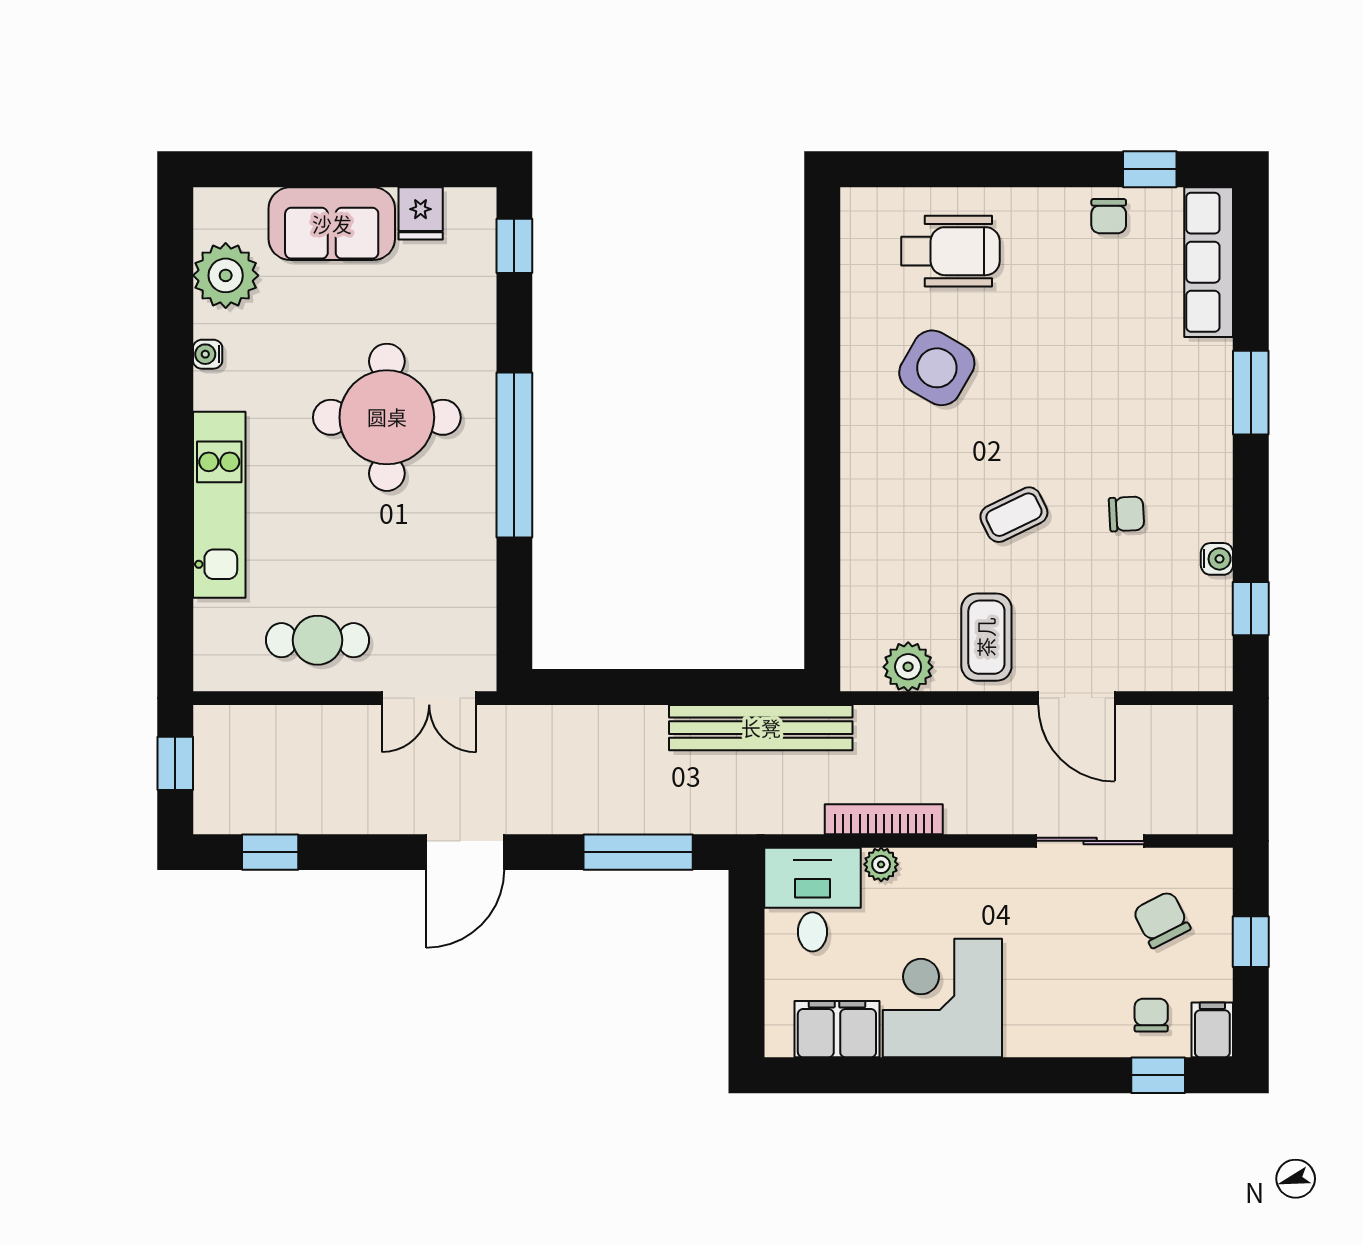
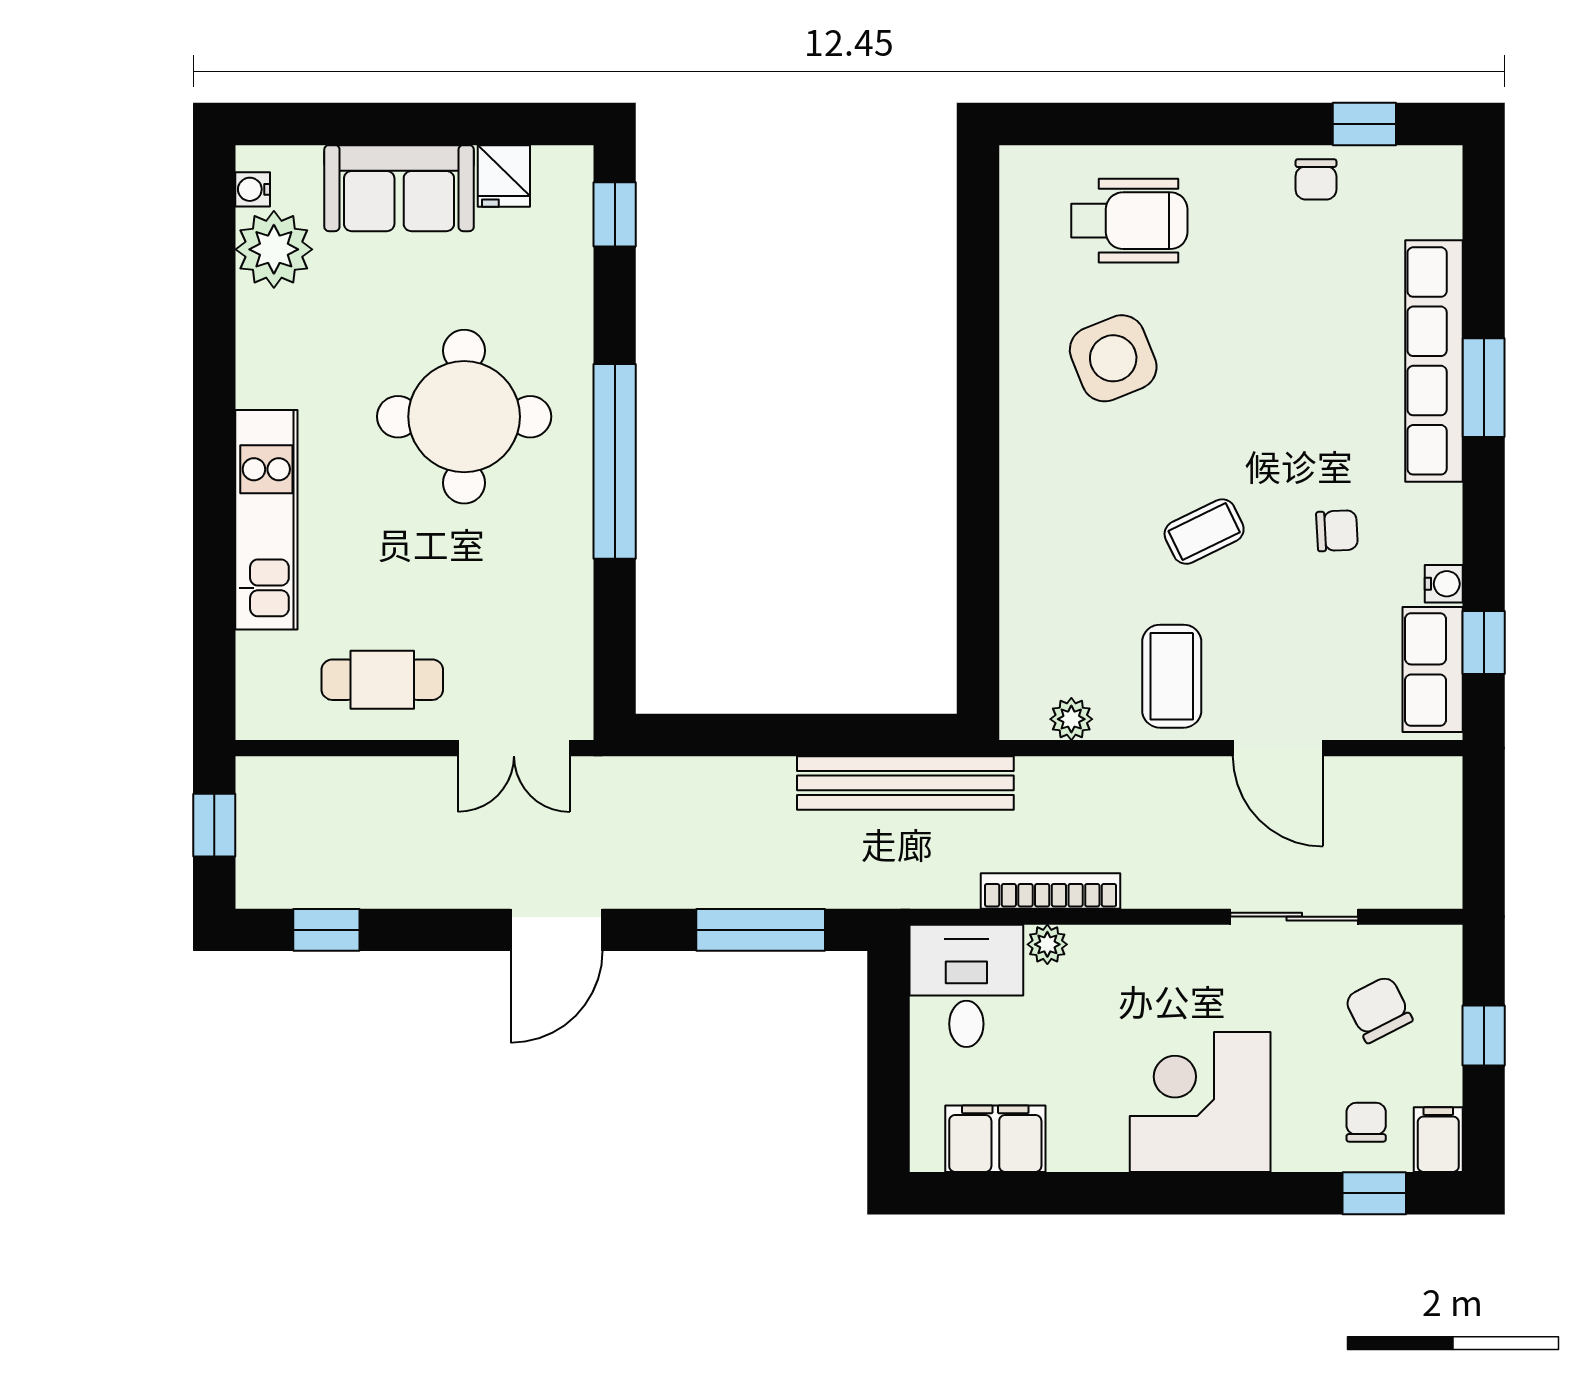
row of seats: (1209, 262) -> (1434, 361), moved, width x1.36
water cooler: (208, 354) -> (253, 189), moved
side table: (937, 368) -> (1113, 358), turned 38
row of seats: (1208, 632) -> (1433, 669), added
plant: (908, 667) -> (1071, 719), width x0.73, depth x0.73
corner desk: (942, 998) -> (1200, 1102), moved

